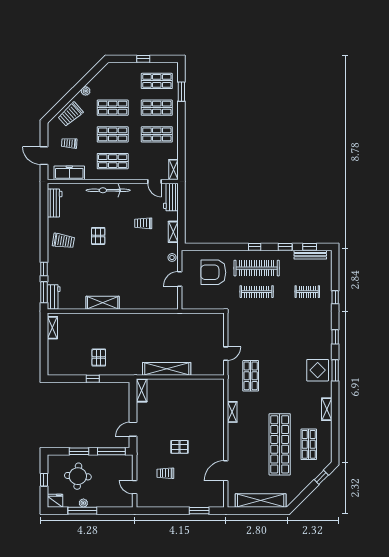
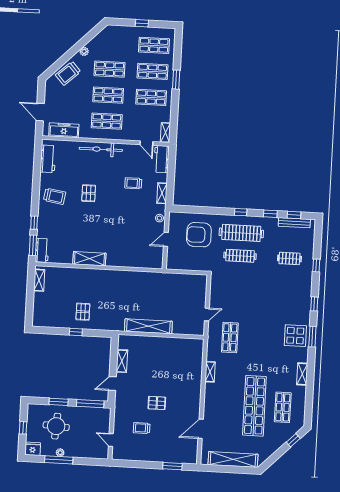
window: (181, 92) -> (176, 80), moved
trolley: (69, 143) -> (65, 101), removed
shelving: (142, 390) -> (122, 361), moved

